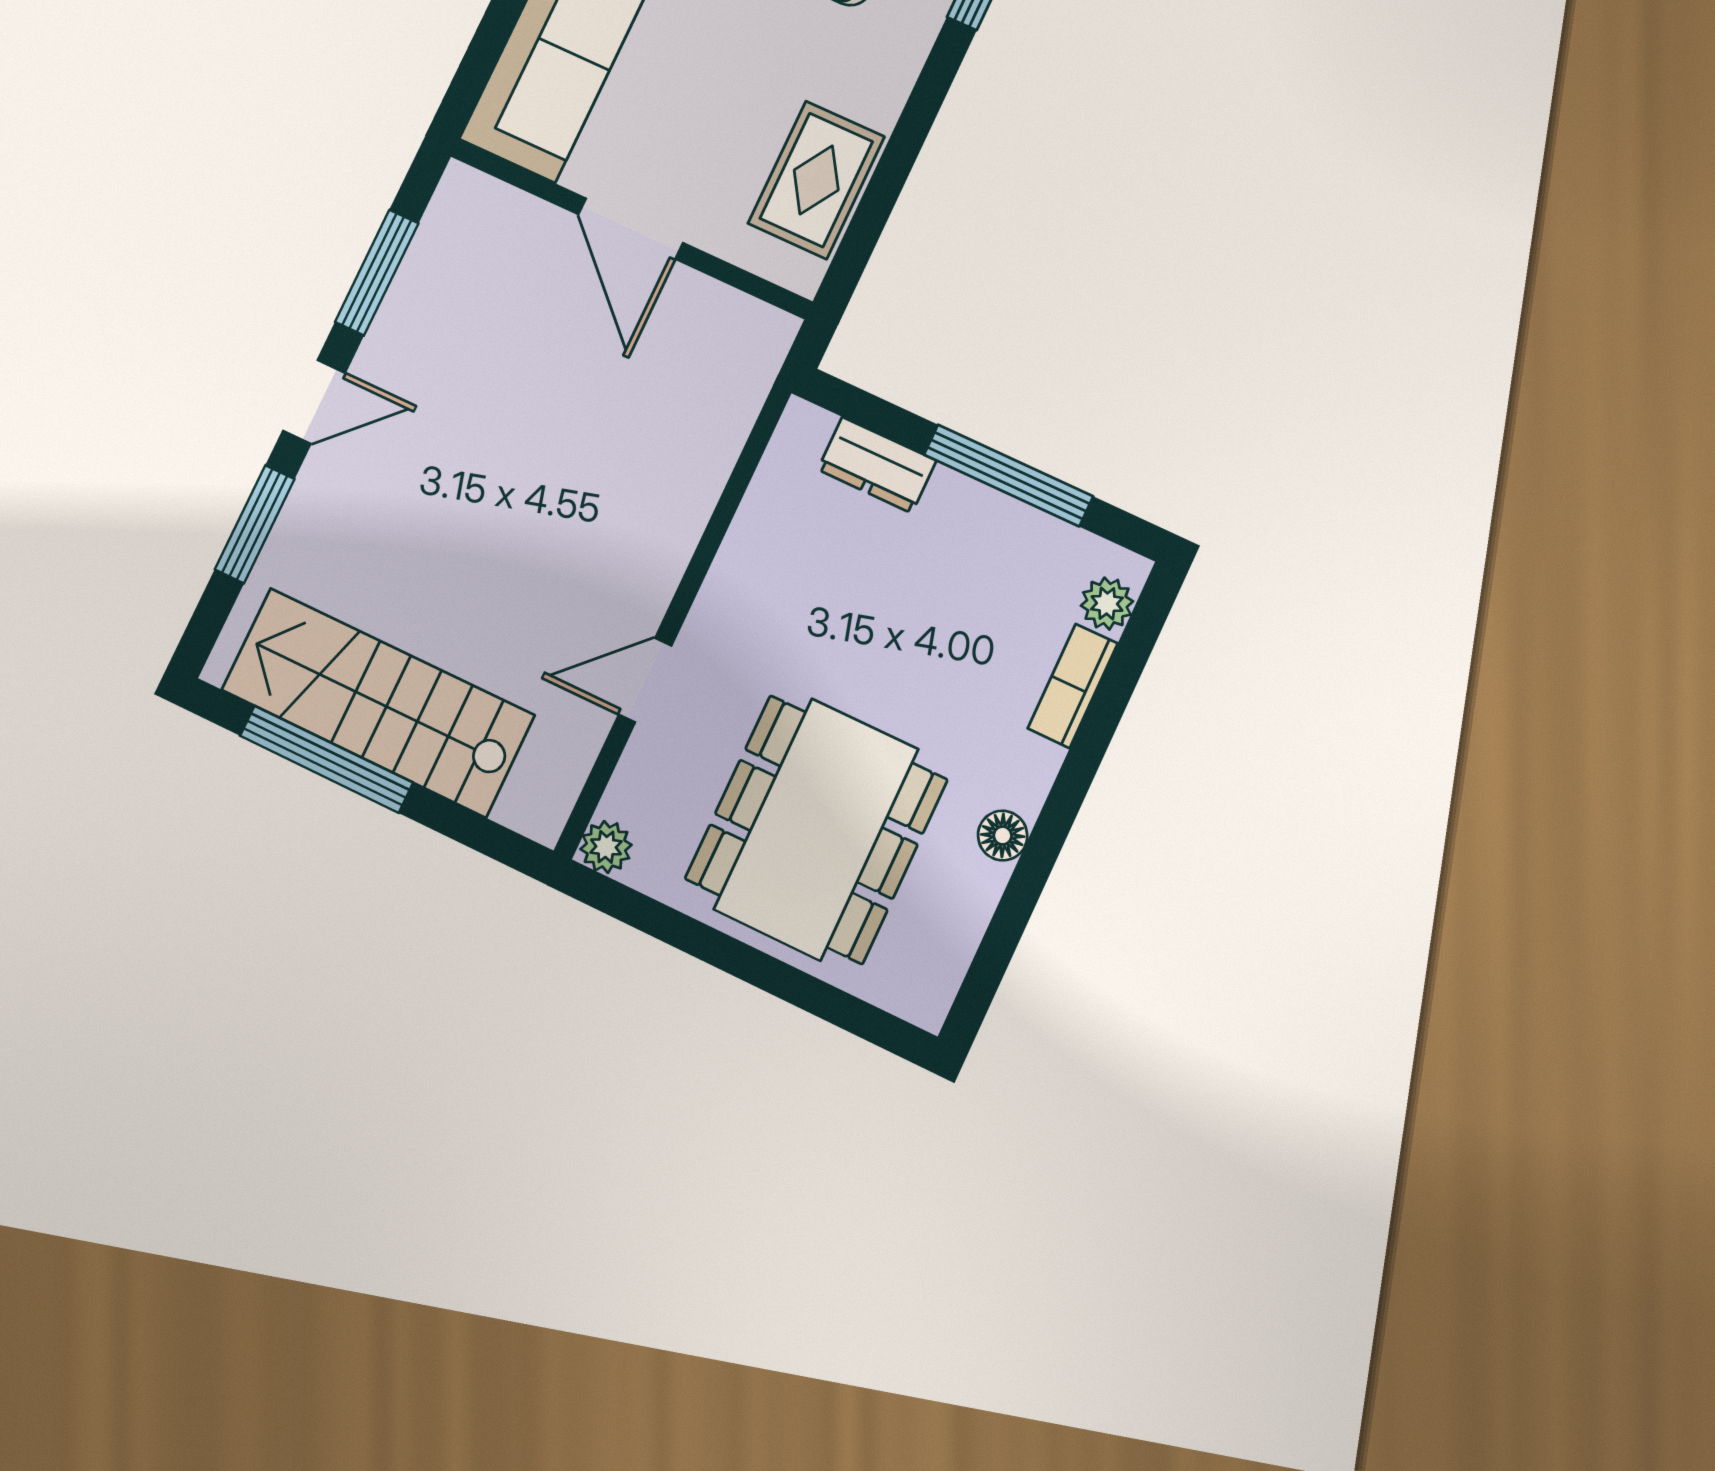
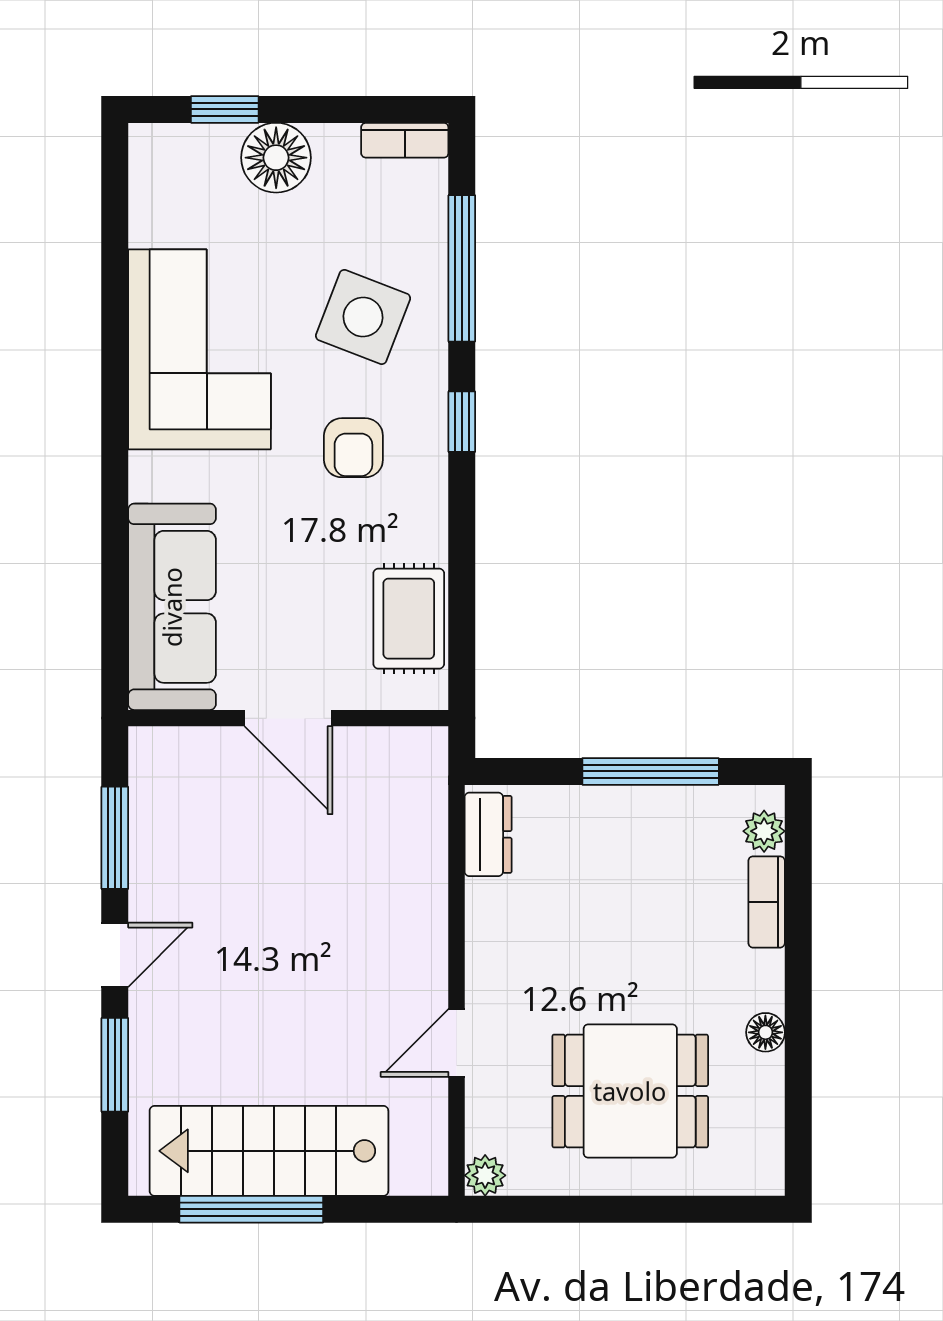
dresser: (877, 465) -> (488, 834), moved, turned -90
dining table: (816, 829) -> (630, 1091), width x0.73

